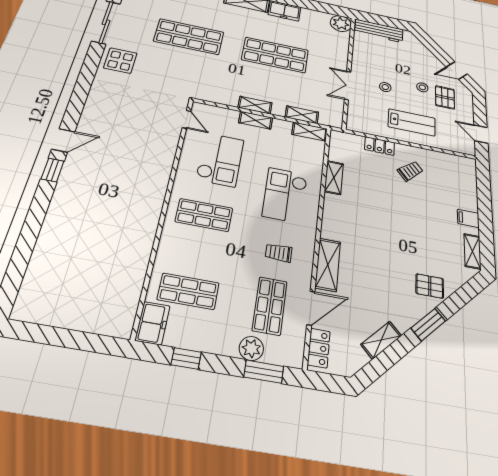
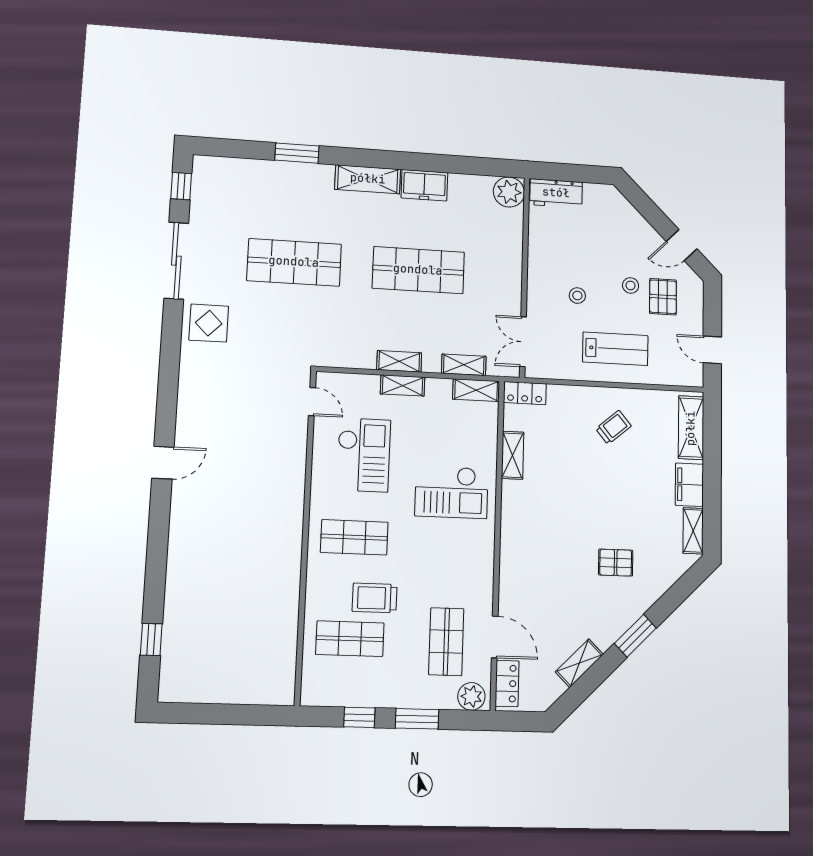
workbench: (379, 31) -> (556, 193), width x0.73
double door: (348, 85) -> (523, 342), moved
locker: (380, 146) -> (525, 393), moved
window: (52, 170) -> (151, 639), moved
checkout: (285, 195) -> (452, 492), turned -90
filing cabinet: (468, 218) -> (689, 485), width x2.00
trolley: (279, 253) -> (375, 598), moved, width x1.36, depth x1.39
shelving: (328, 265) -> (691, 428), moved
pallet: (430, 286) -> (616, 563), moved
door: (311, 308) -> (495, 637), hinge flipped
freezer: (153, 323) -> (316, 683), removed
plant: (251, 348) -> (471, 696), moved
window: (264, 372) -> (417, 719), moved

